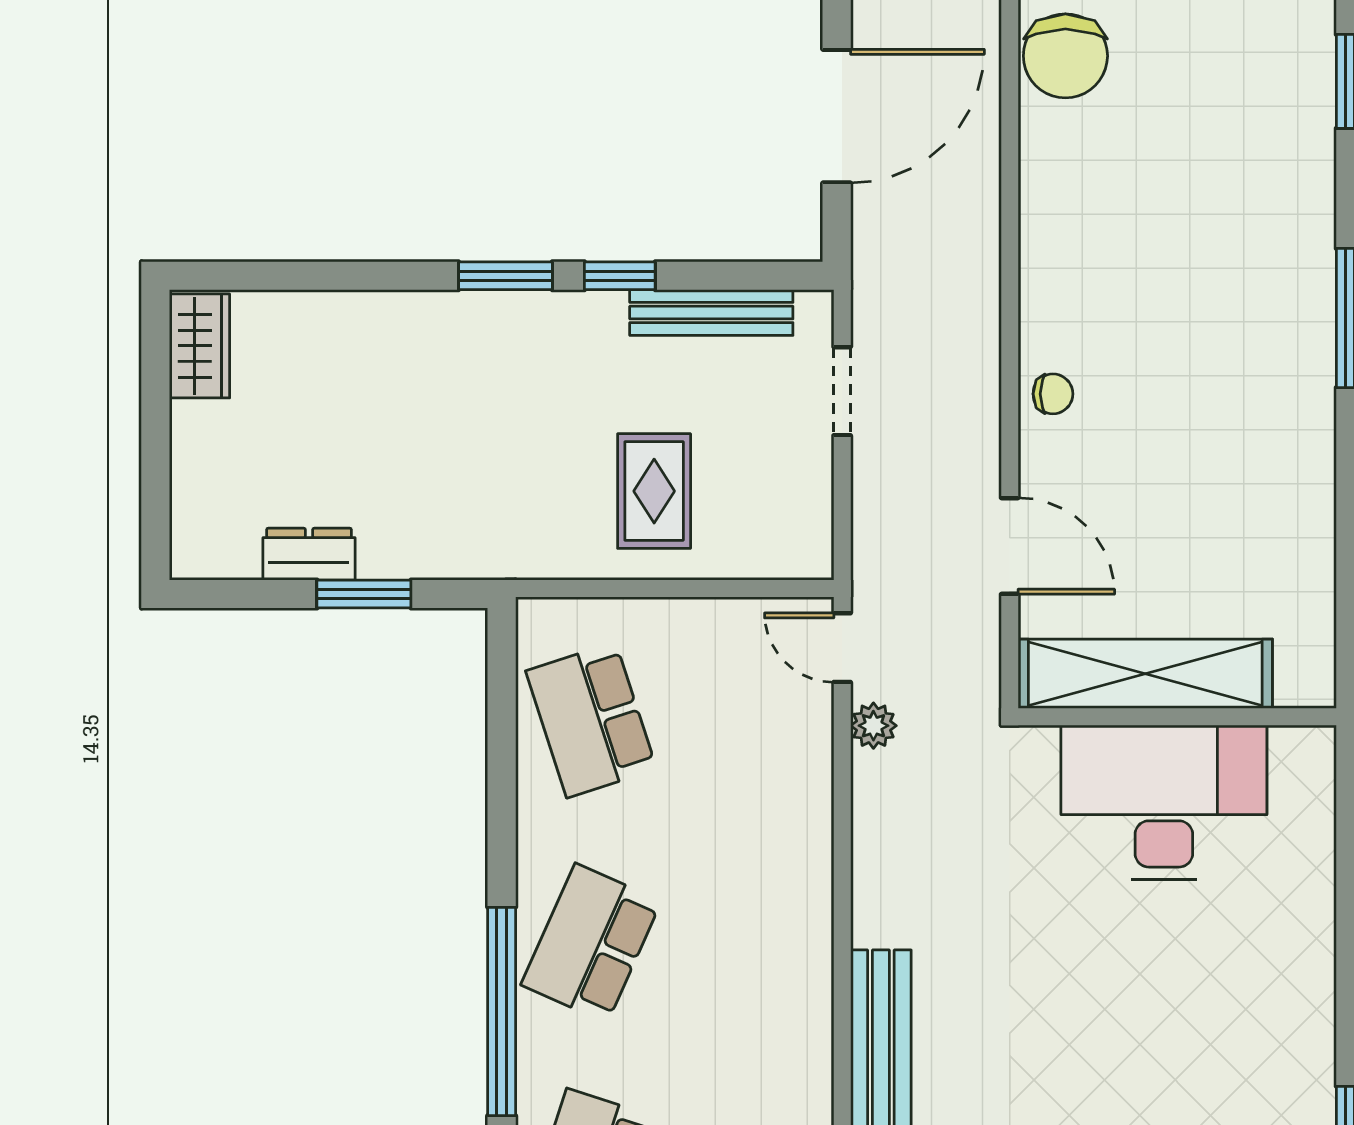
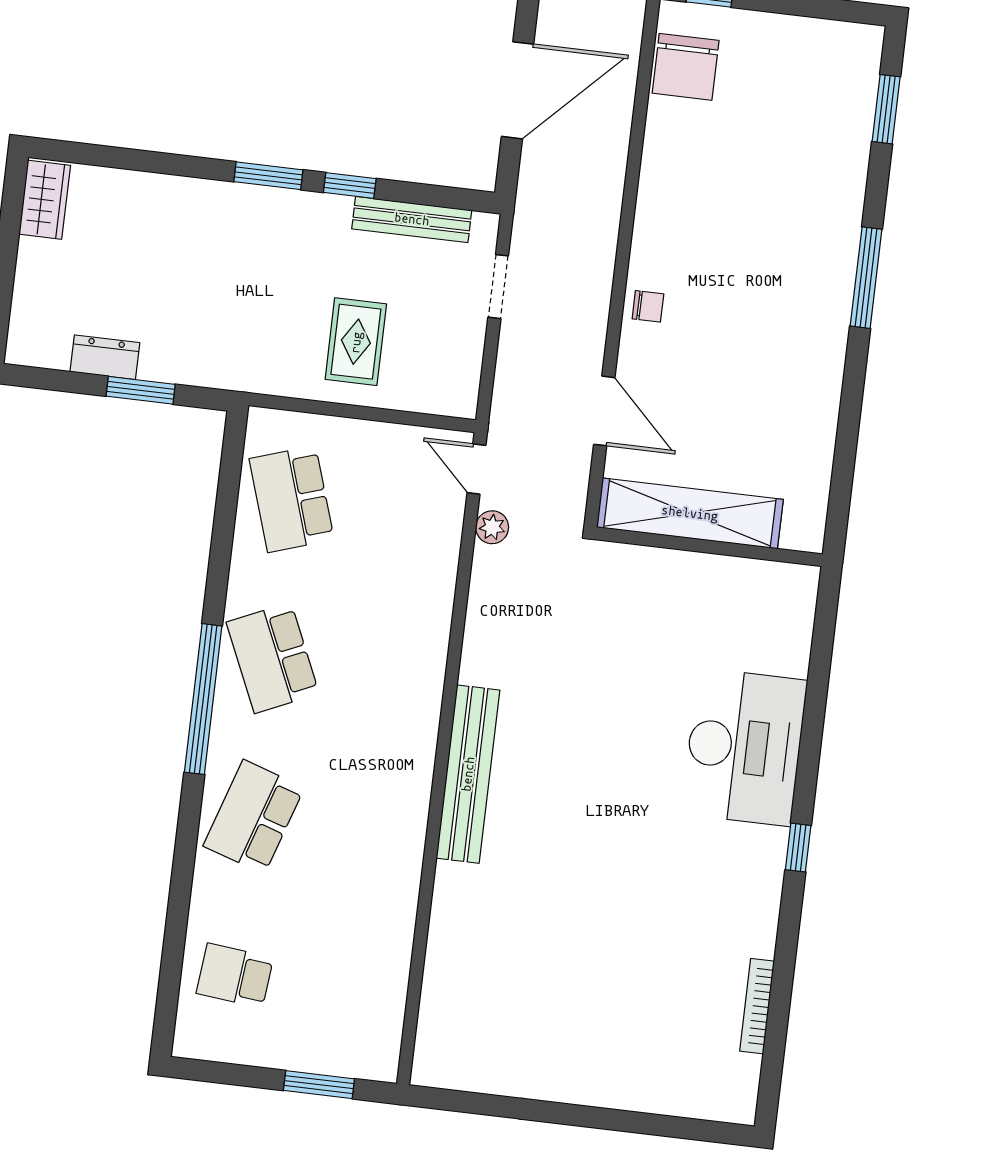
desk: (1164, 802) -> (744, 747), moved, turned 90
school desk: (591, 943) -> (273, 658), turned -48

